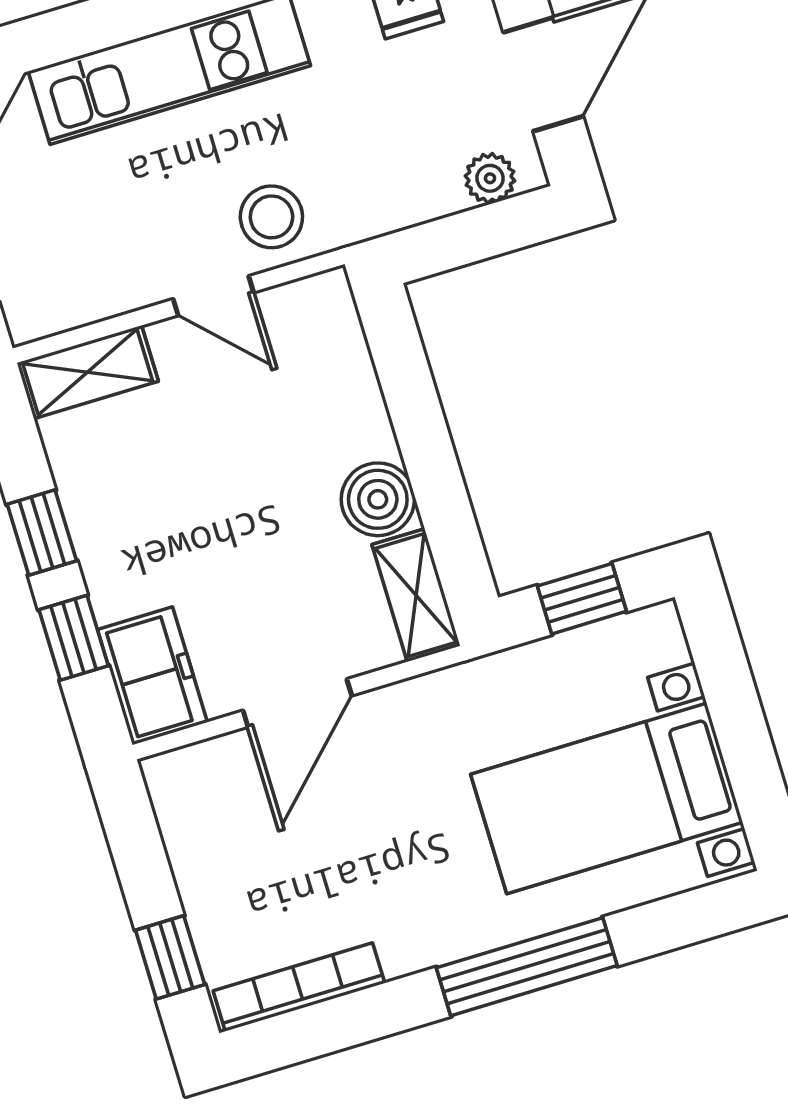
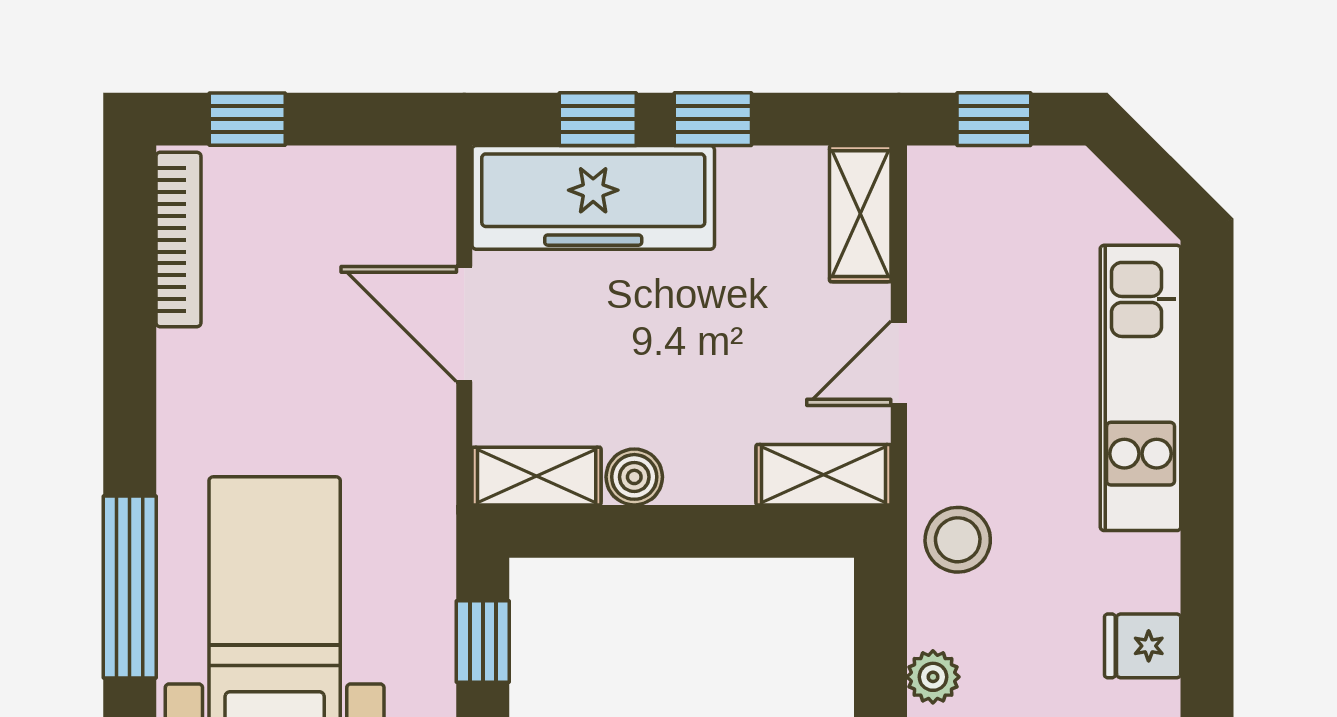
stool: (271, 217) -> (958, 540), moved
shelving: (336, 334) -> (824, 475), added
boiler: (378, 499) -> (634, 477), width x0.73, depth x0.73
freezer: (152, 676) -> (593, 197), width x1.91, depth x1.26
window: (527, 967) -> (130, 587), moved

